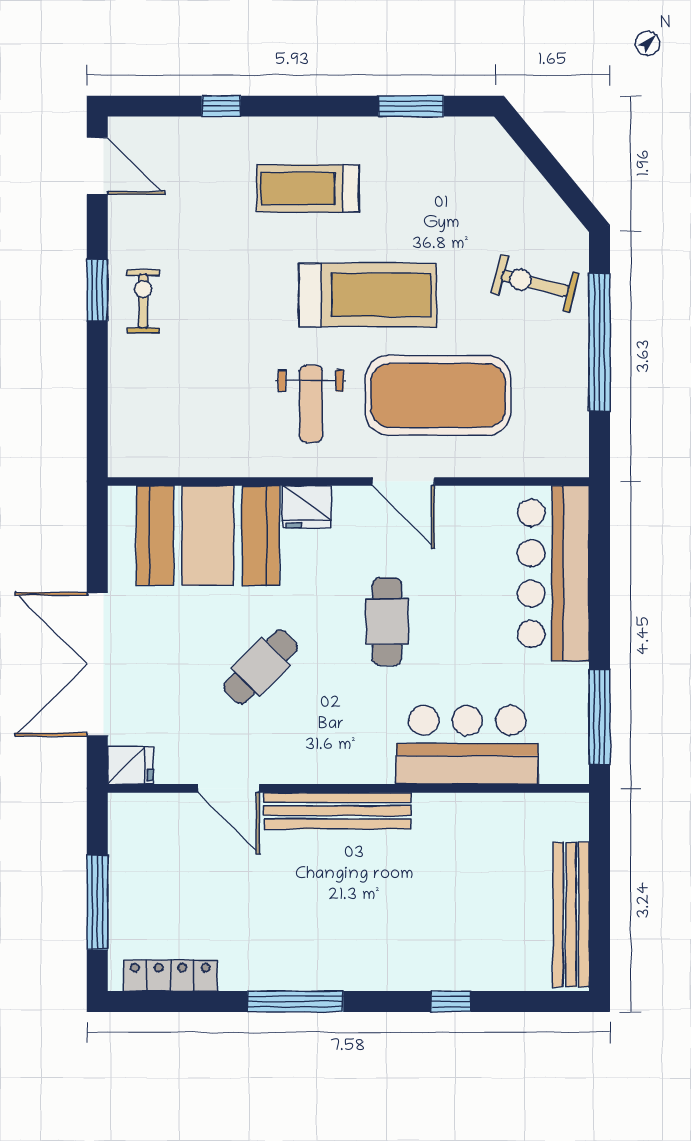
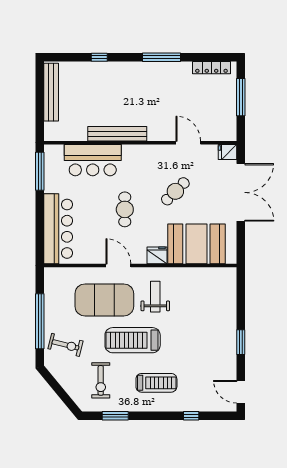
exercise bike: (143, 301) -> (101, 380), moved, width x1.38, depth x1.39
bench: (338, 811) -> (117, 134), moved

